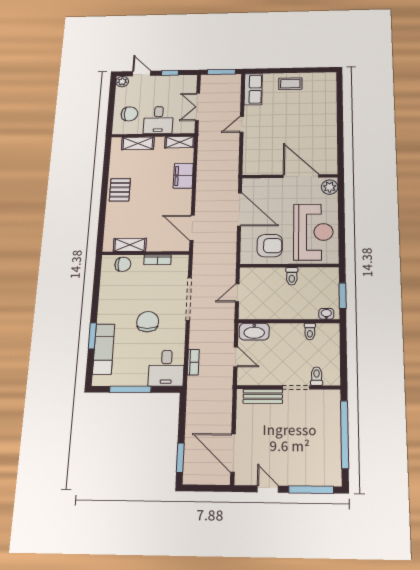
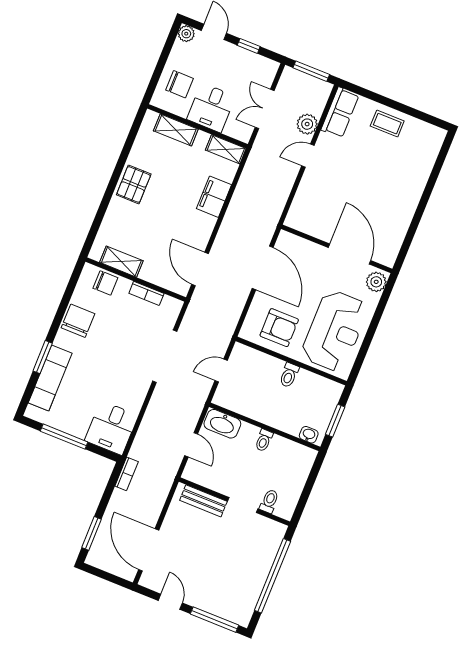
plant: (233, 105) -> (307, 124), added
chair: (148, 322) -> (78, 321), moved
toilet: (310, 331) -> (264, 440), moved
bookcase: (193, 362) -> (127, 474), moved

